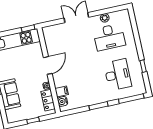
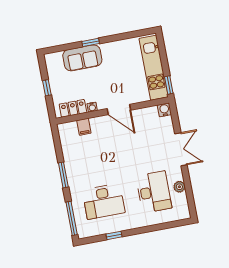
desk: (109, 37) -> (154, 192), turned 180
water cooler: (63, 101) -> (164, 110), moved

